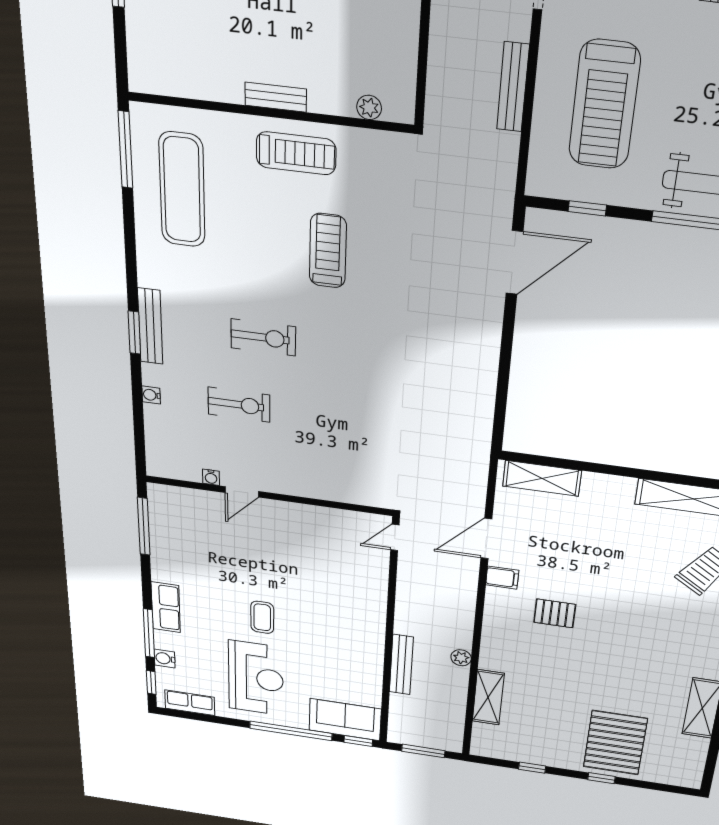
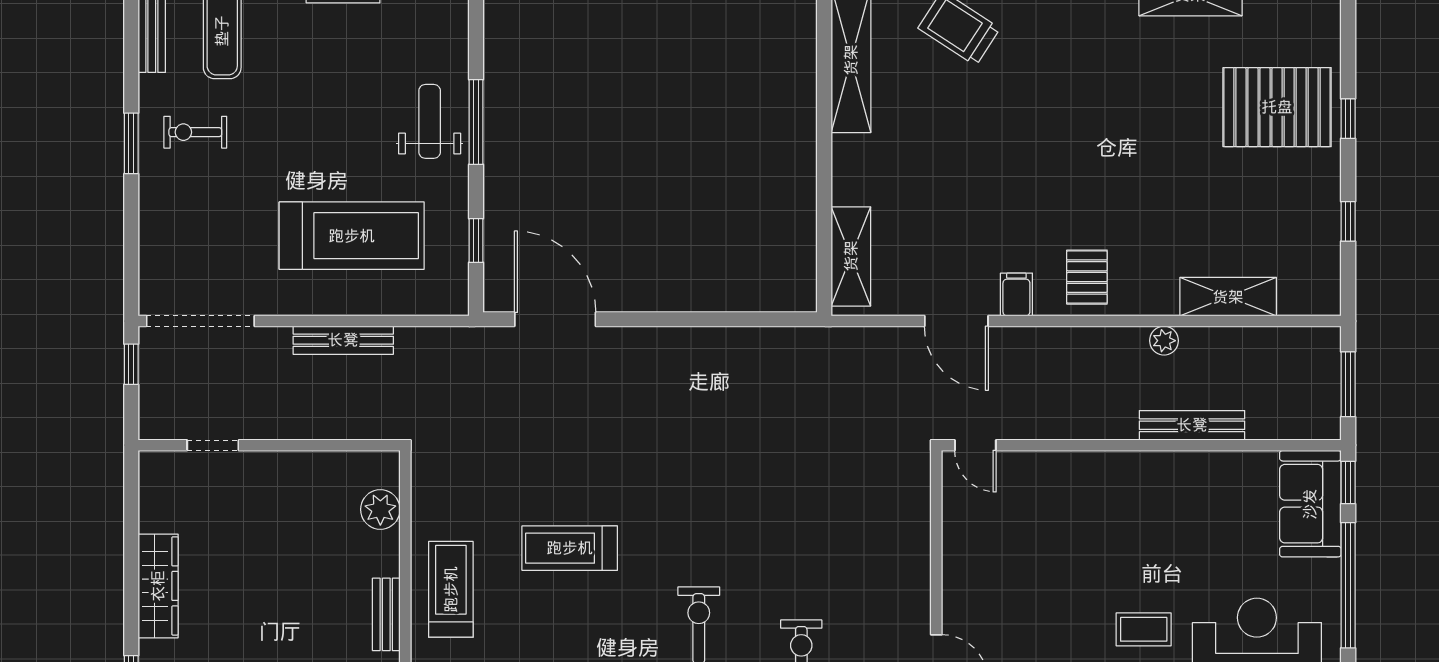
plant: (369, 107) -> (380, 509), width x1.38, depth x1.38
pallet: (555, 613) -> (1087, 277), moved

